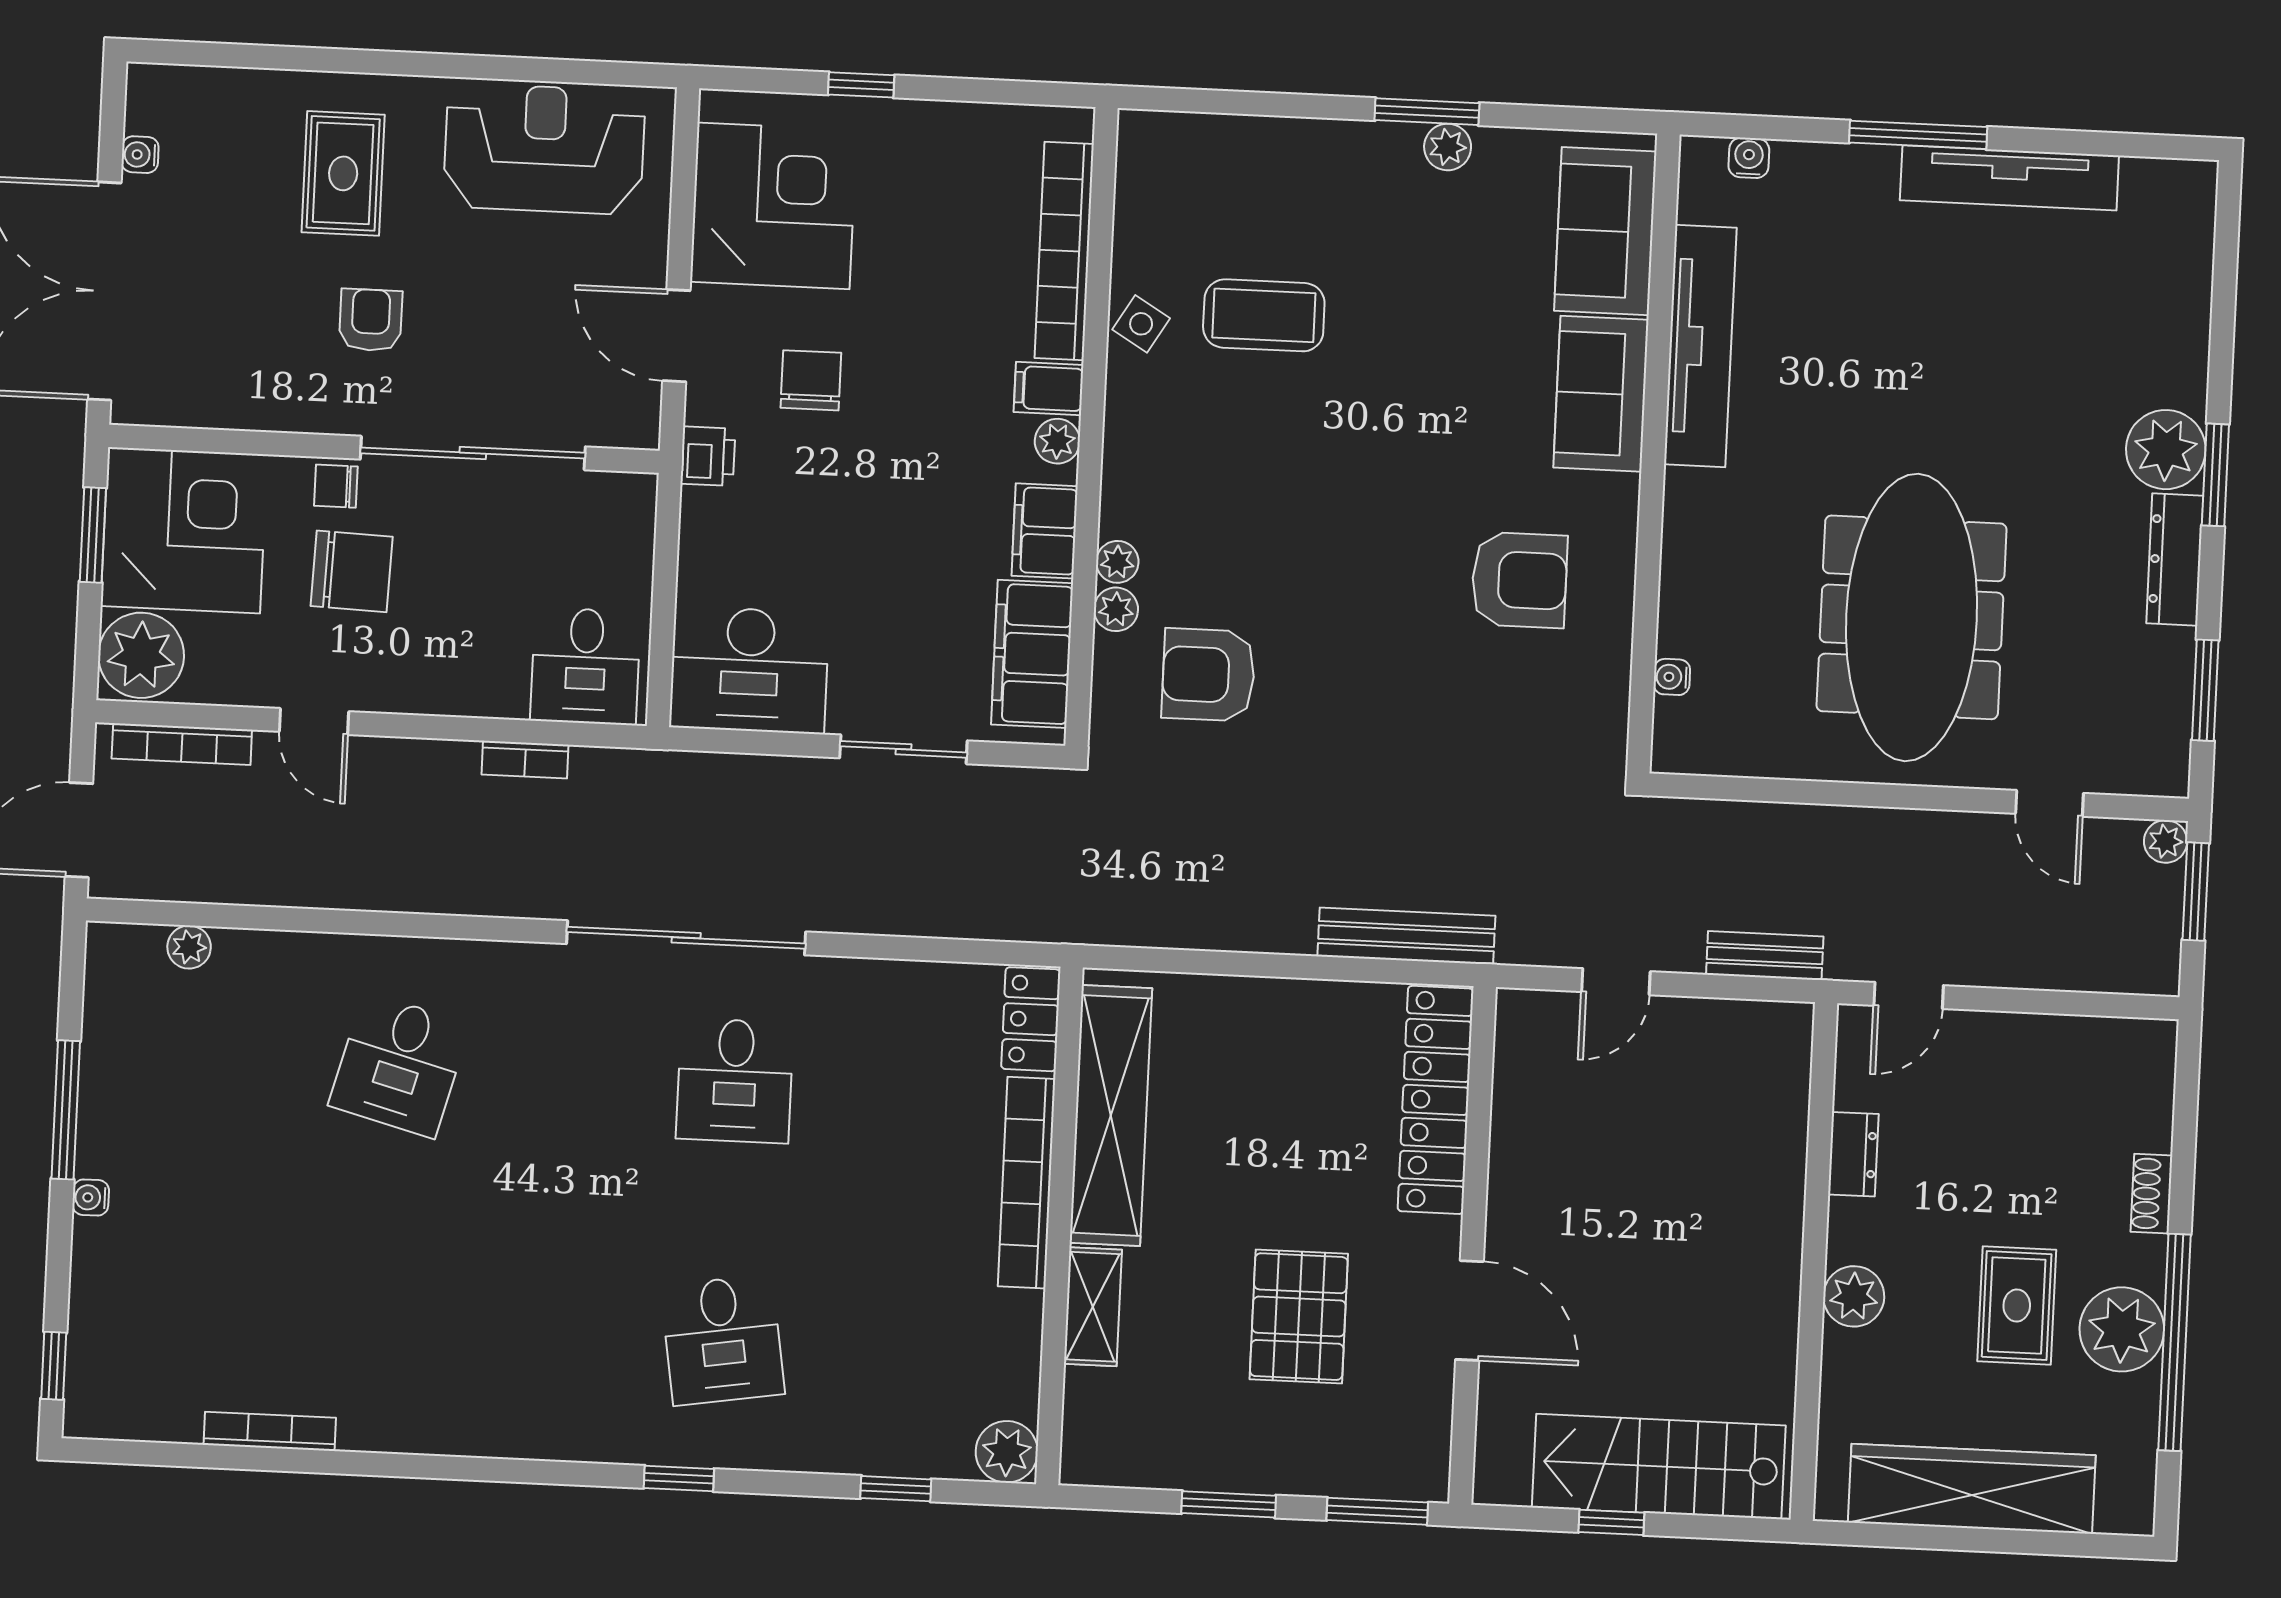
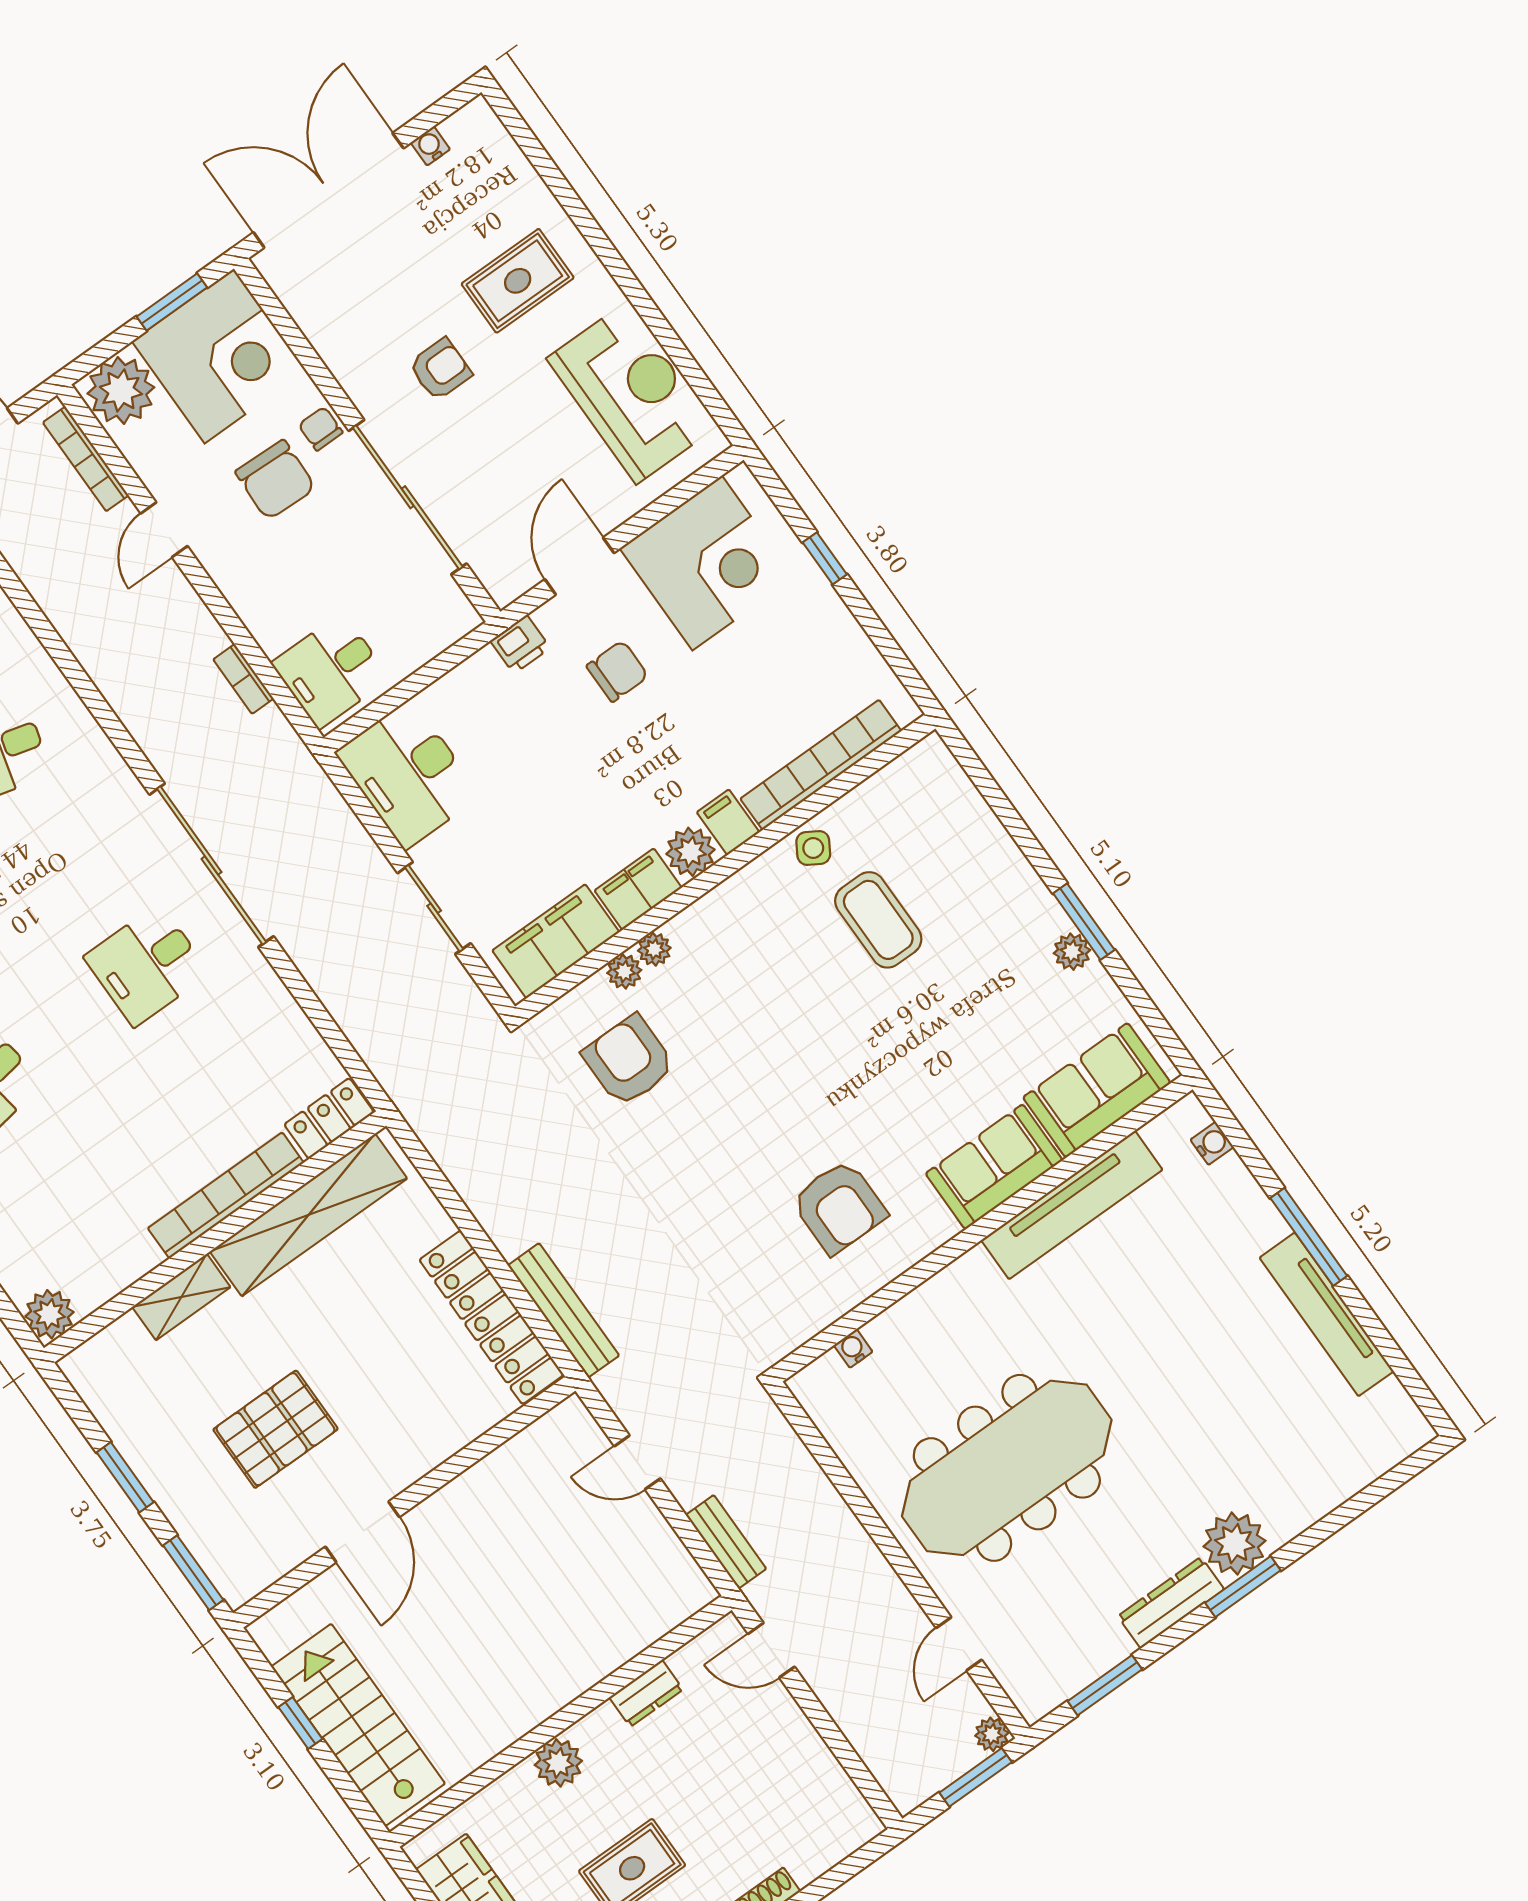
plant: (1057, 441) -> (690, 852), width x1.38, depth x1.38
locker: (1436, 1100) -> (492, 1317), moved, turned -90

